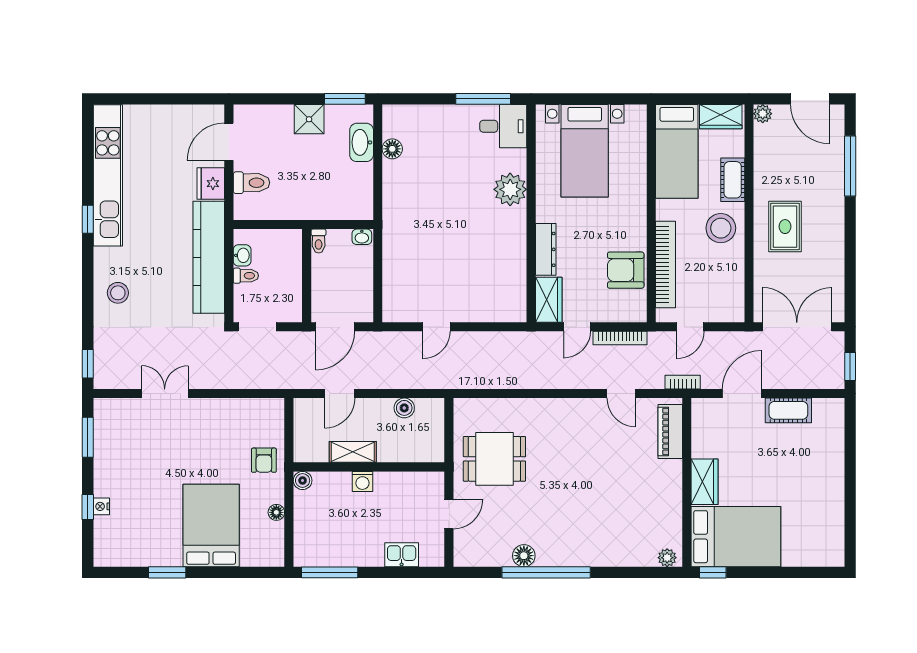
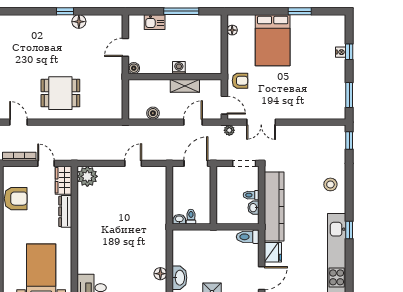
toilet: (251, 183) -> (248, 237), moved
plant: (510, 189) -> (87, 176), moved
toilet: (319, 241) -> (191, 217), moved
door: (577, 327) -> (46, 163), hinge flipped
plant: (281, 380) -> (229, 130), added
double door: (165, 393) -> (261, 122), moved
door: (289, 421) -> (224, 105), added
dining table: (494, 459) -> (60, 93), moved
armchair: (264, 460) -> (240, 81), turned 90
boiler: (303, 480) -> (134, 68), moved
floor lamp: (276, 512) -> (232, 30), moved
window: (330, 572) -> (181, 11), moved
window: (546, 572) -> (65, 11), width x0.32

